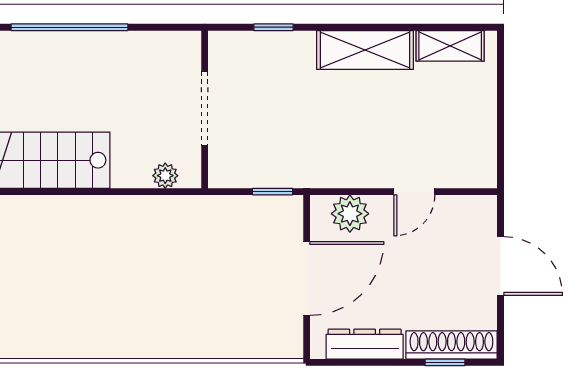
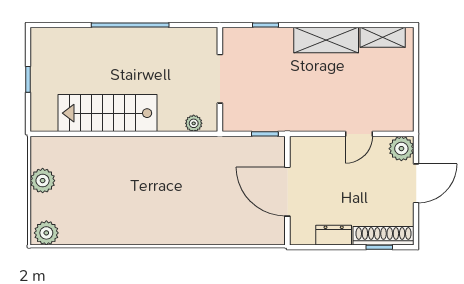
plant: (350, 214) -> (401, 149), moved
door: (500, 266) -> (416, 183), hinge flipped
door: (307, 278) -> (287, 192), swing flipped
dresser: (365, 344) -> (334, 235), width x0.70

